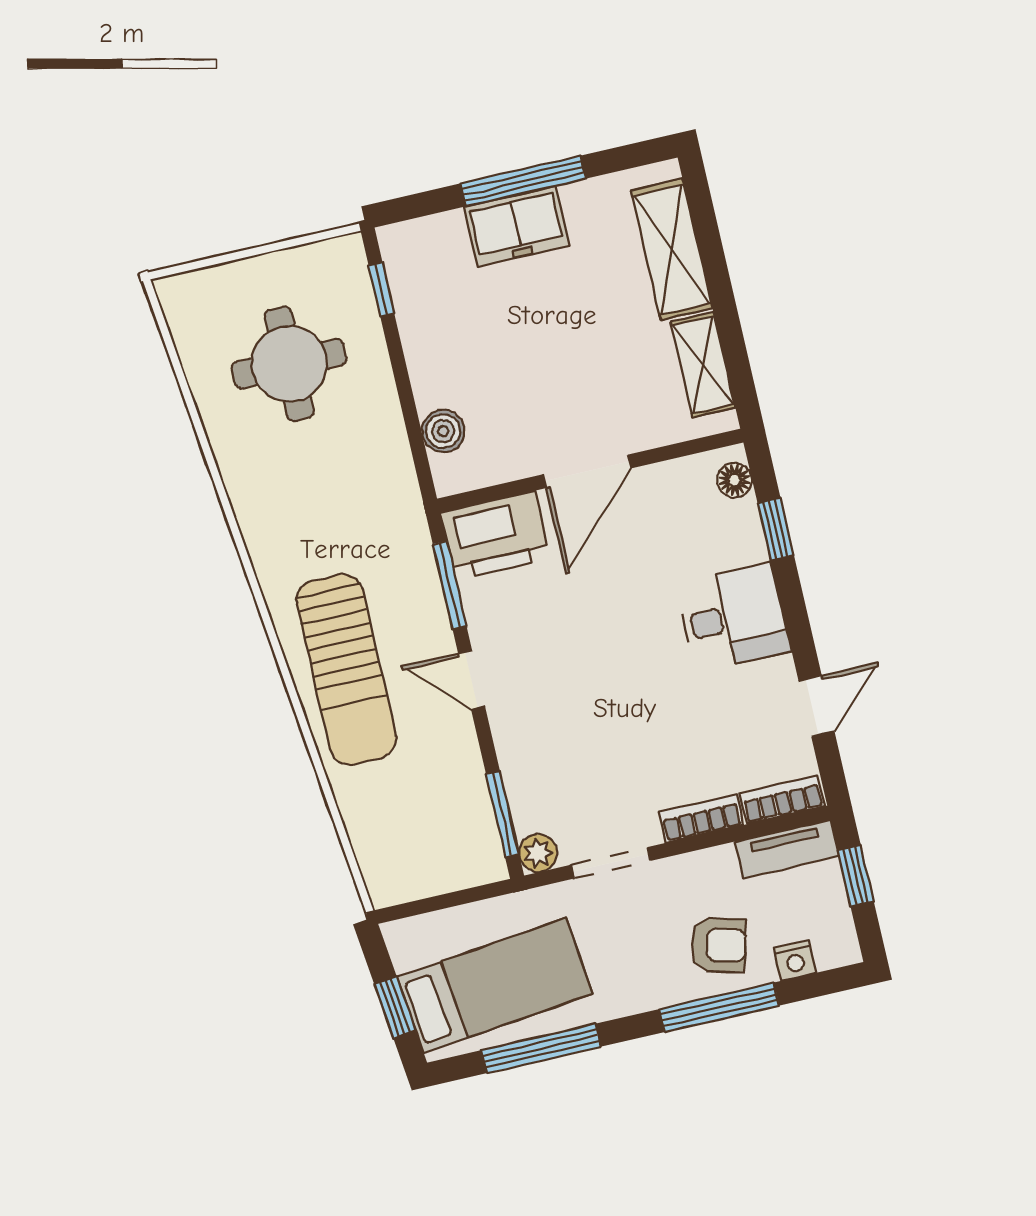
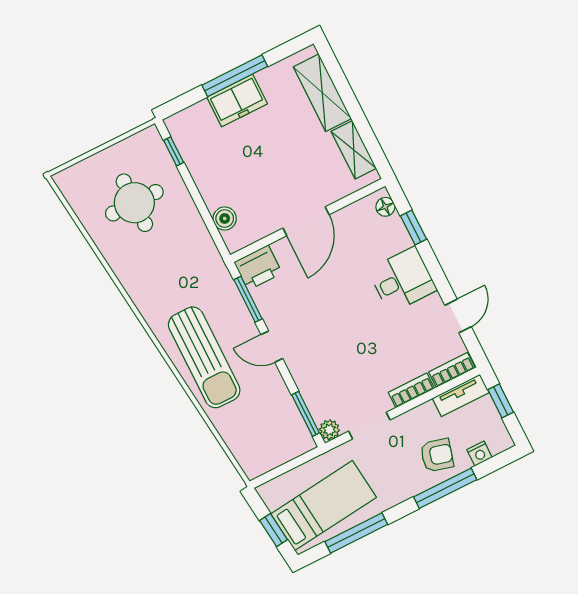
printer: (495, 536) -> (258, 268), width x0.73, depth x0.84

